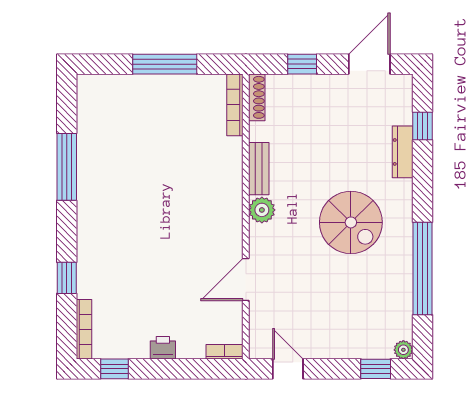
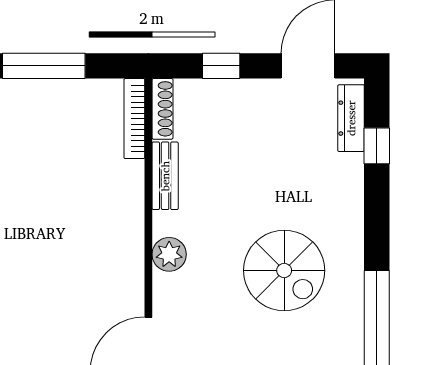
dresser: (403, 152) -> (351, 118), moved
bench: (259, 169) -> (165, 176), moved

